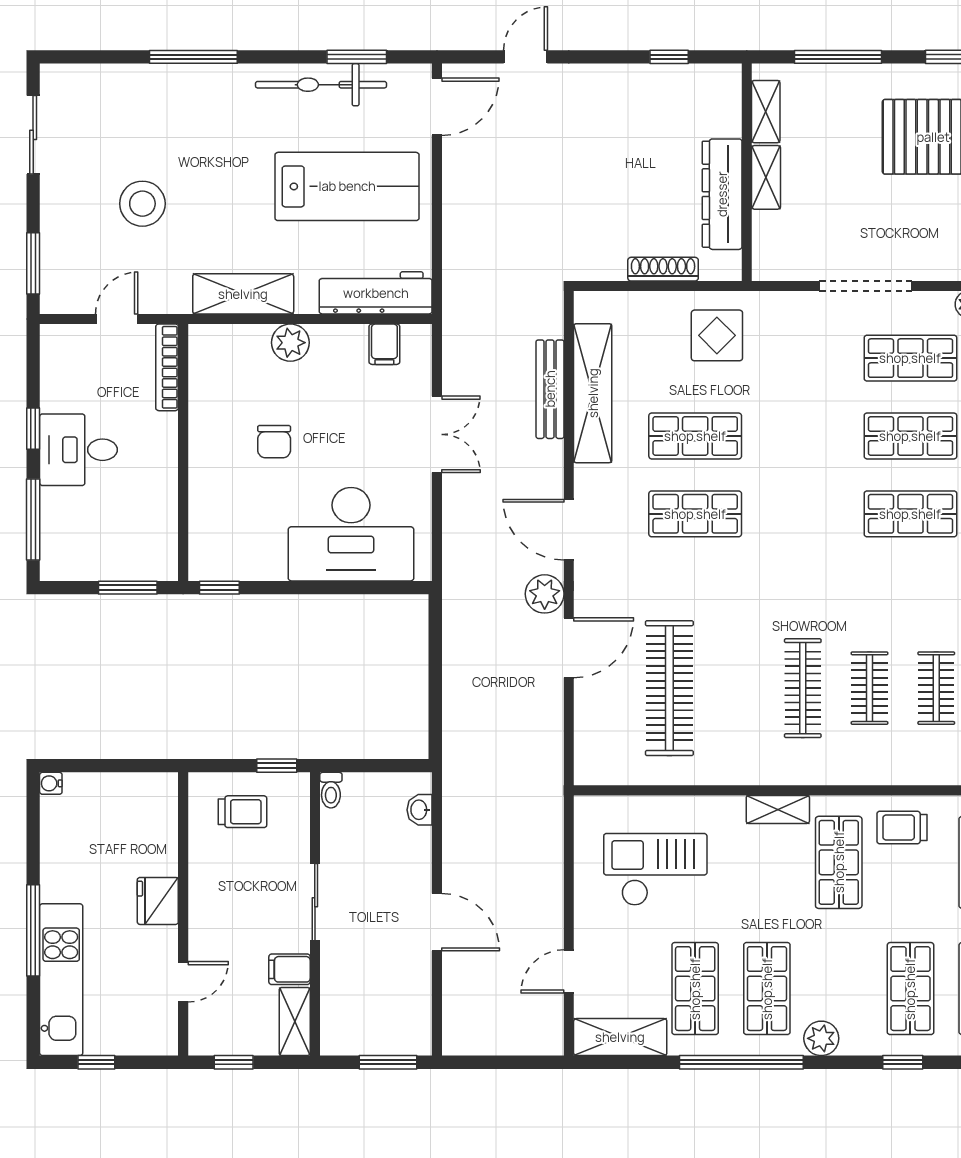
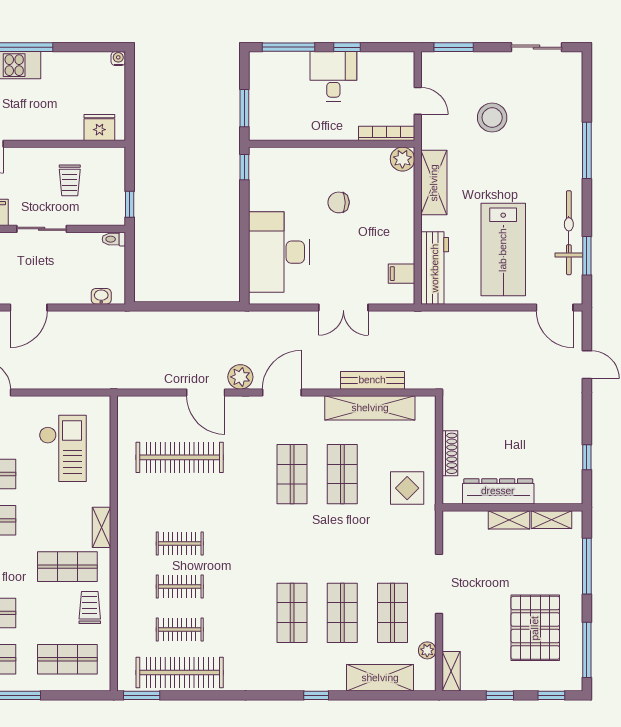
plant: (290, 343) -> (402, 159), moved
clothes rail: (803, 688) -> (180, 543), width x0.73
trolley: (242, 812) -> (70, 180), moved
fridge: (158, 901) -> (99, 127), moved

